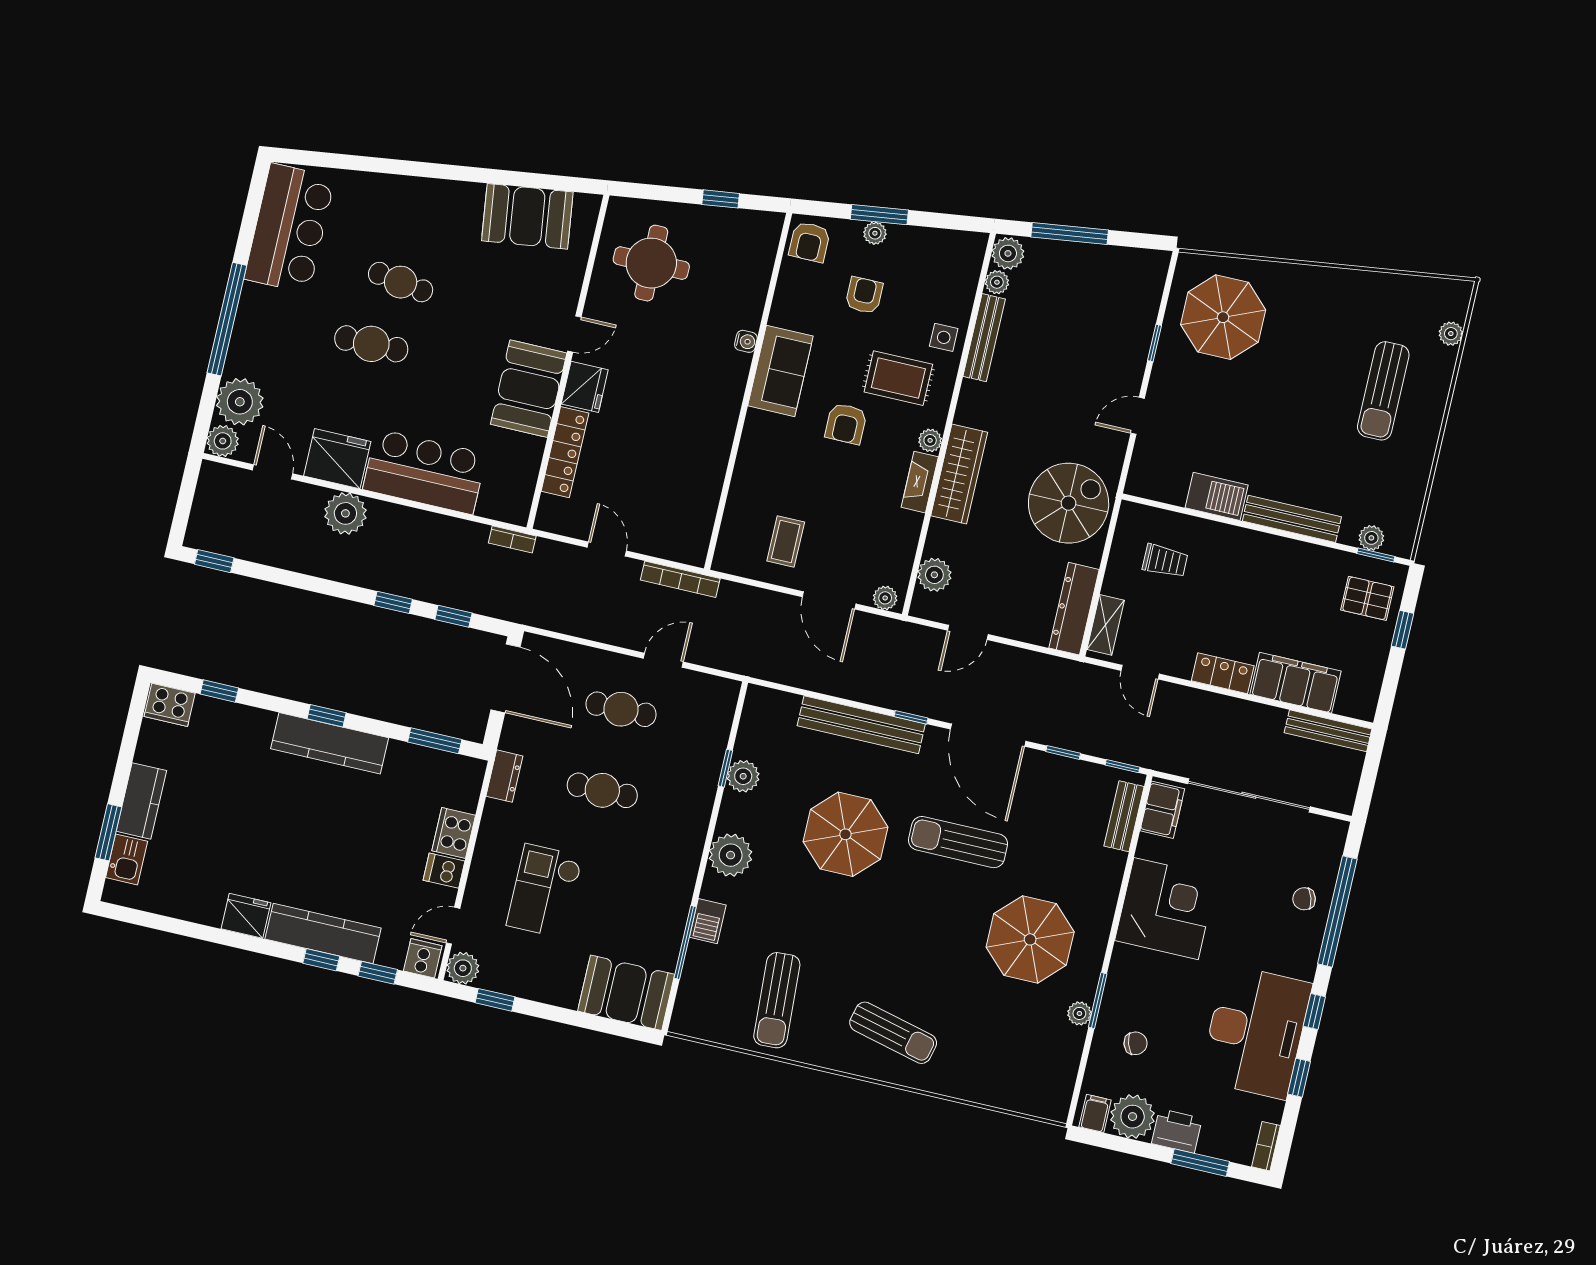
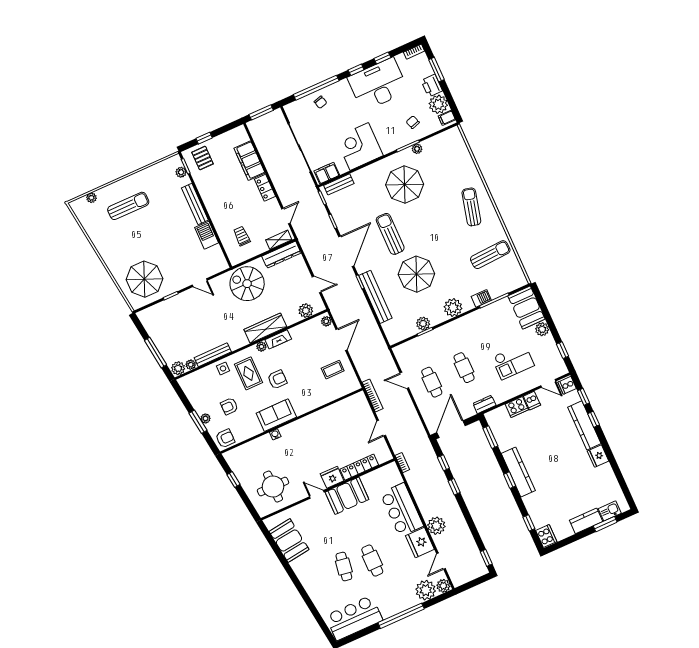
bench: (1328, 731) -> (257, 137), removed
window: (1369, 773) -> (261, 112), added
sun lounger: (958, 842) -> (390, 234), turned 180
plant: (463, 968) -> (542, 329), moved

